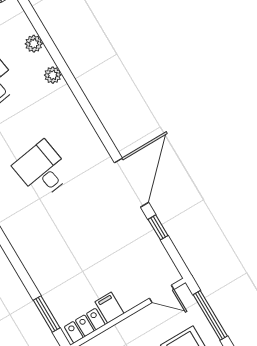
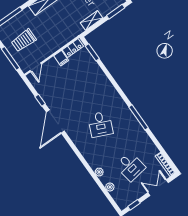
desk: (42, 170) -> (100, 124), turned 33
door: (162, 294) -> (36, 67), swing flipped

